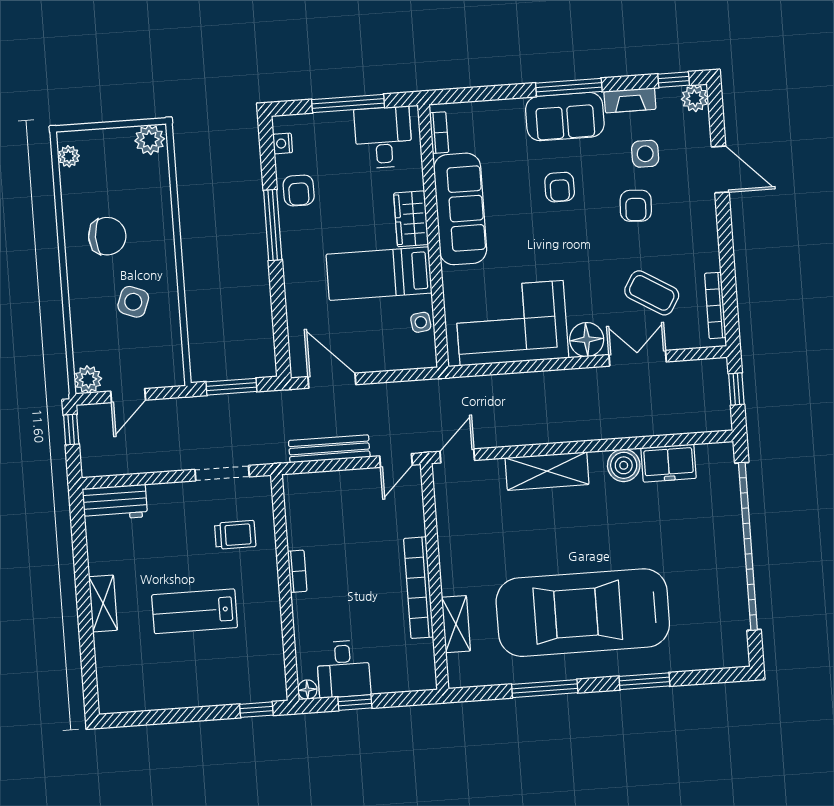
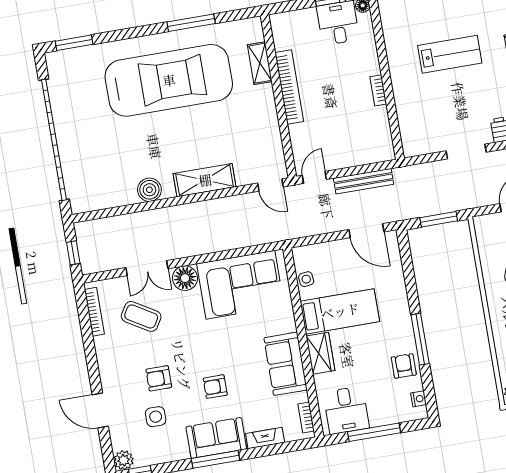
fireplace: (630, 100) -> (265, 438), moved
armchair: (560, 187) -> (215, 387), turned -90
armchair: (636, 206) -> (159, 378), turned -93
sofa: (460, 209) -> (286, 364), width x0.73
door: (457, 456) -> (270, 185), hinge flipped
freezer: (669, 463) -> (117, 195), removed
doorway: (222, 473) -> (466, 151), moved
trolley: (235, 535) -> (426, 112), removed
window: (644, 681) -> (74, 43), moved

